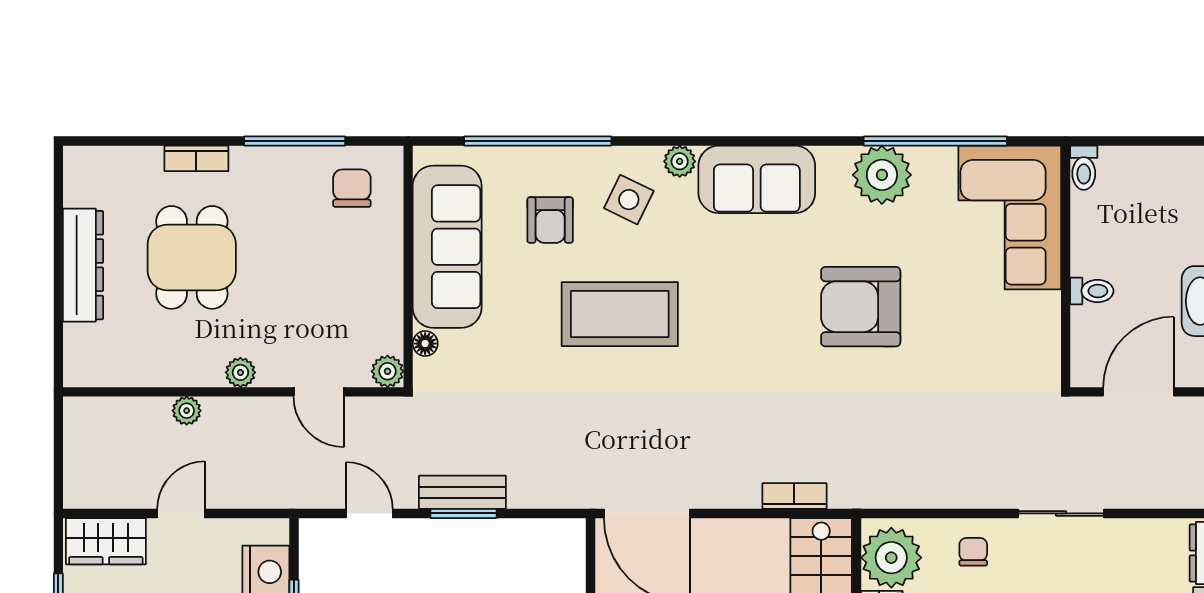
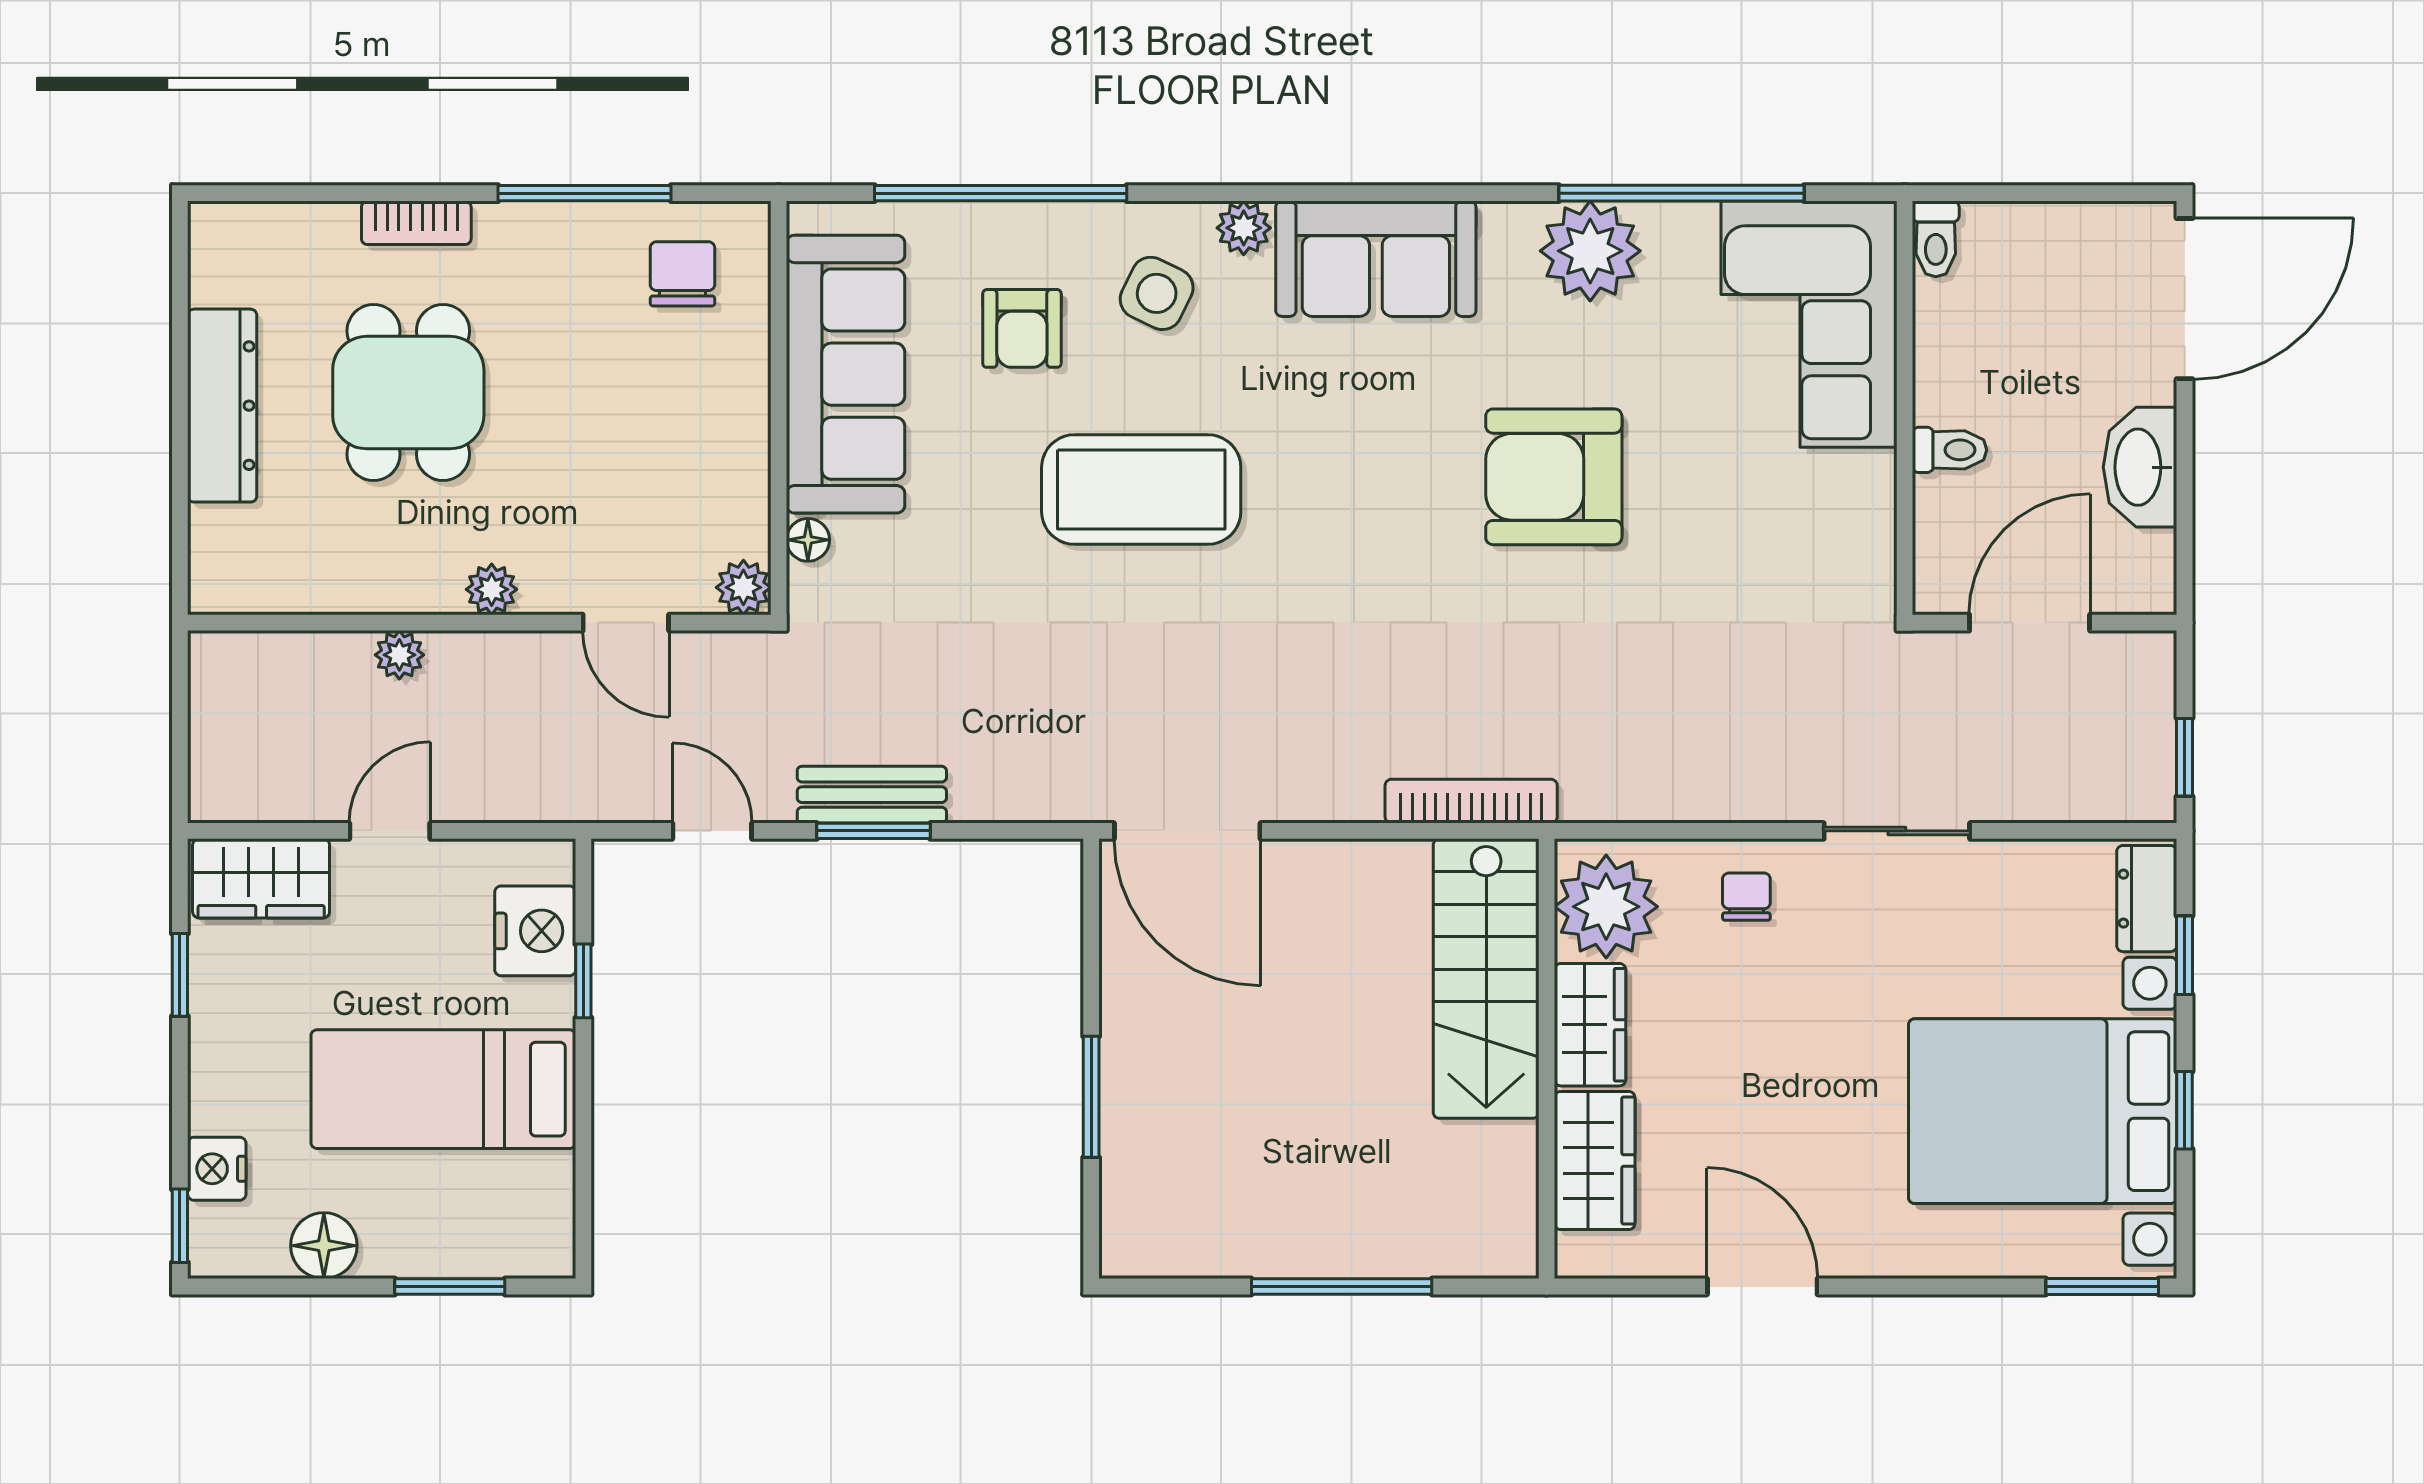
bookcase: (794, 496) -> (1471, 801), width x1.56

